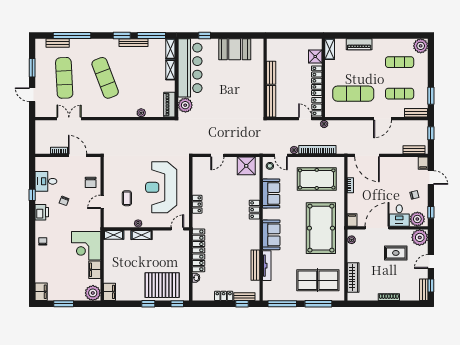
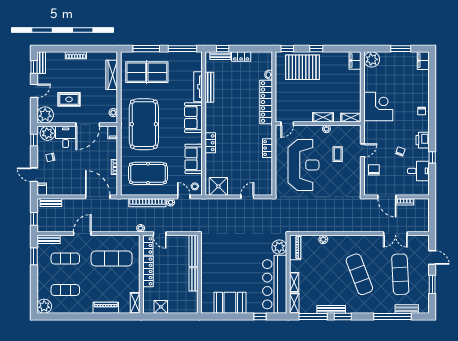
shower: (315, 57) -> (161, 307), moved
filing cabinet: (95, 270) -> (370, 83), removed

